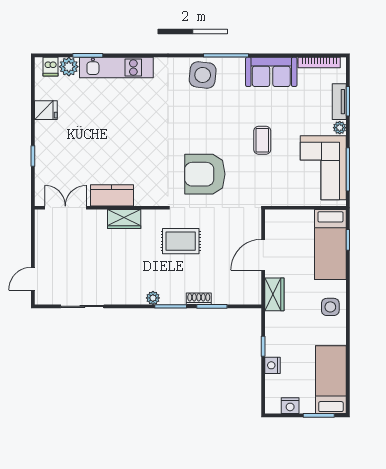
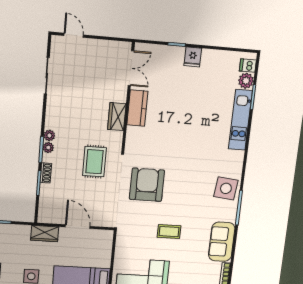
fridge: (46, 110) -> (193, 57), moved
plant: (168, 298) -> (48, 148), added

